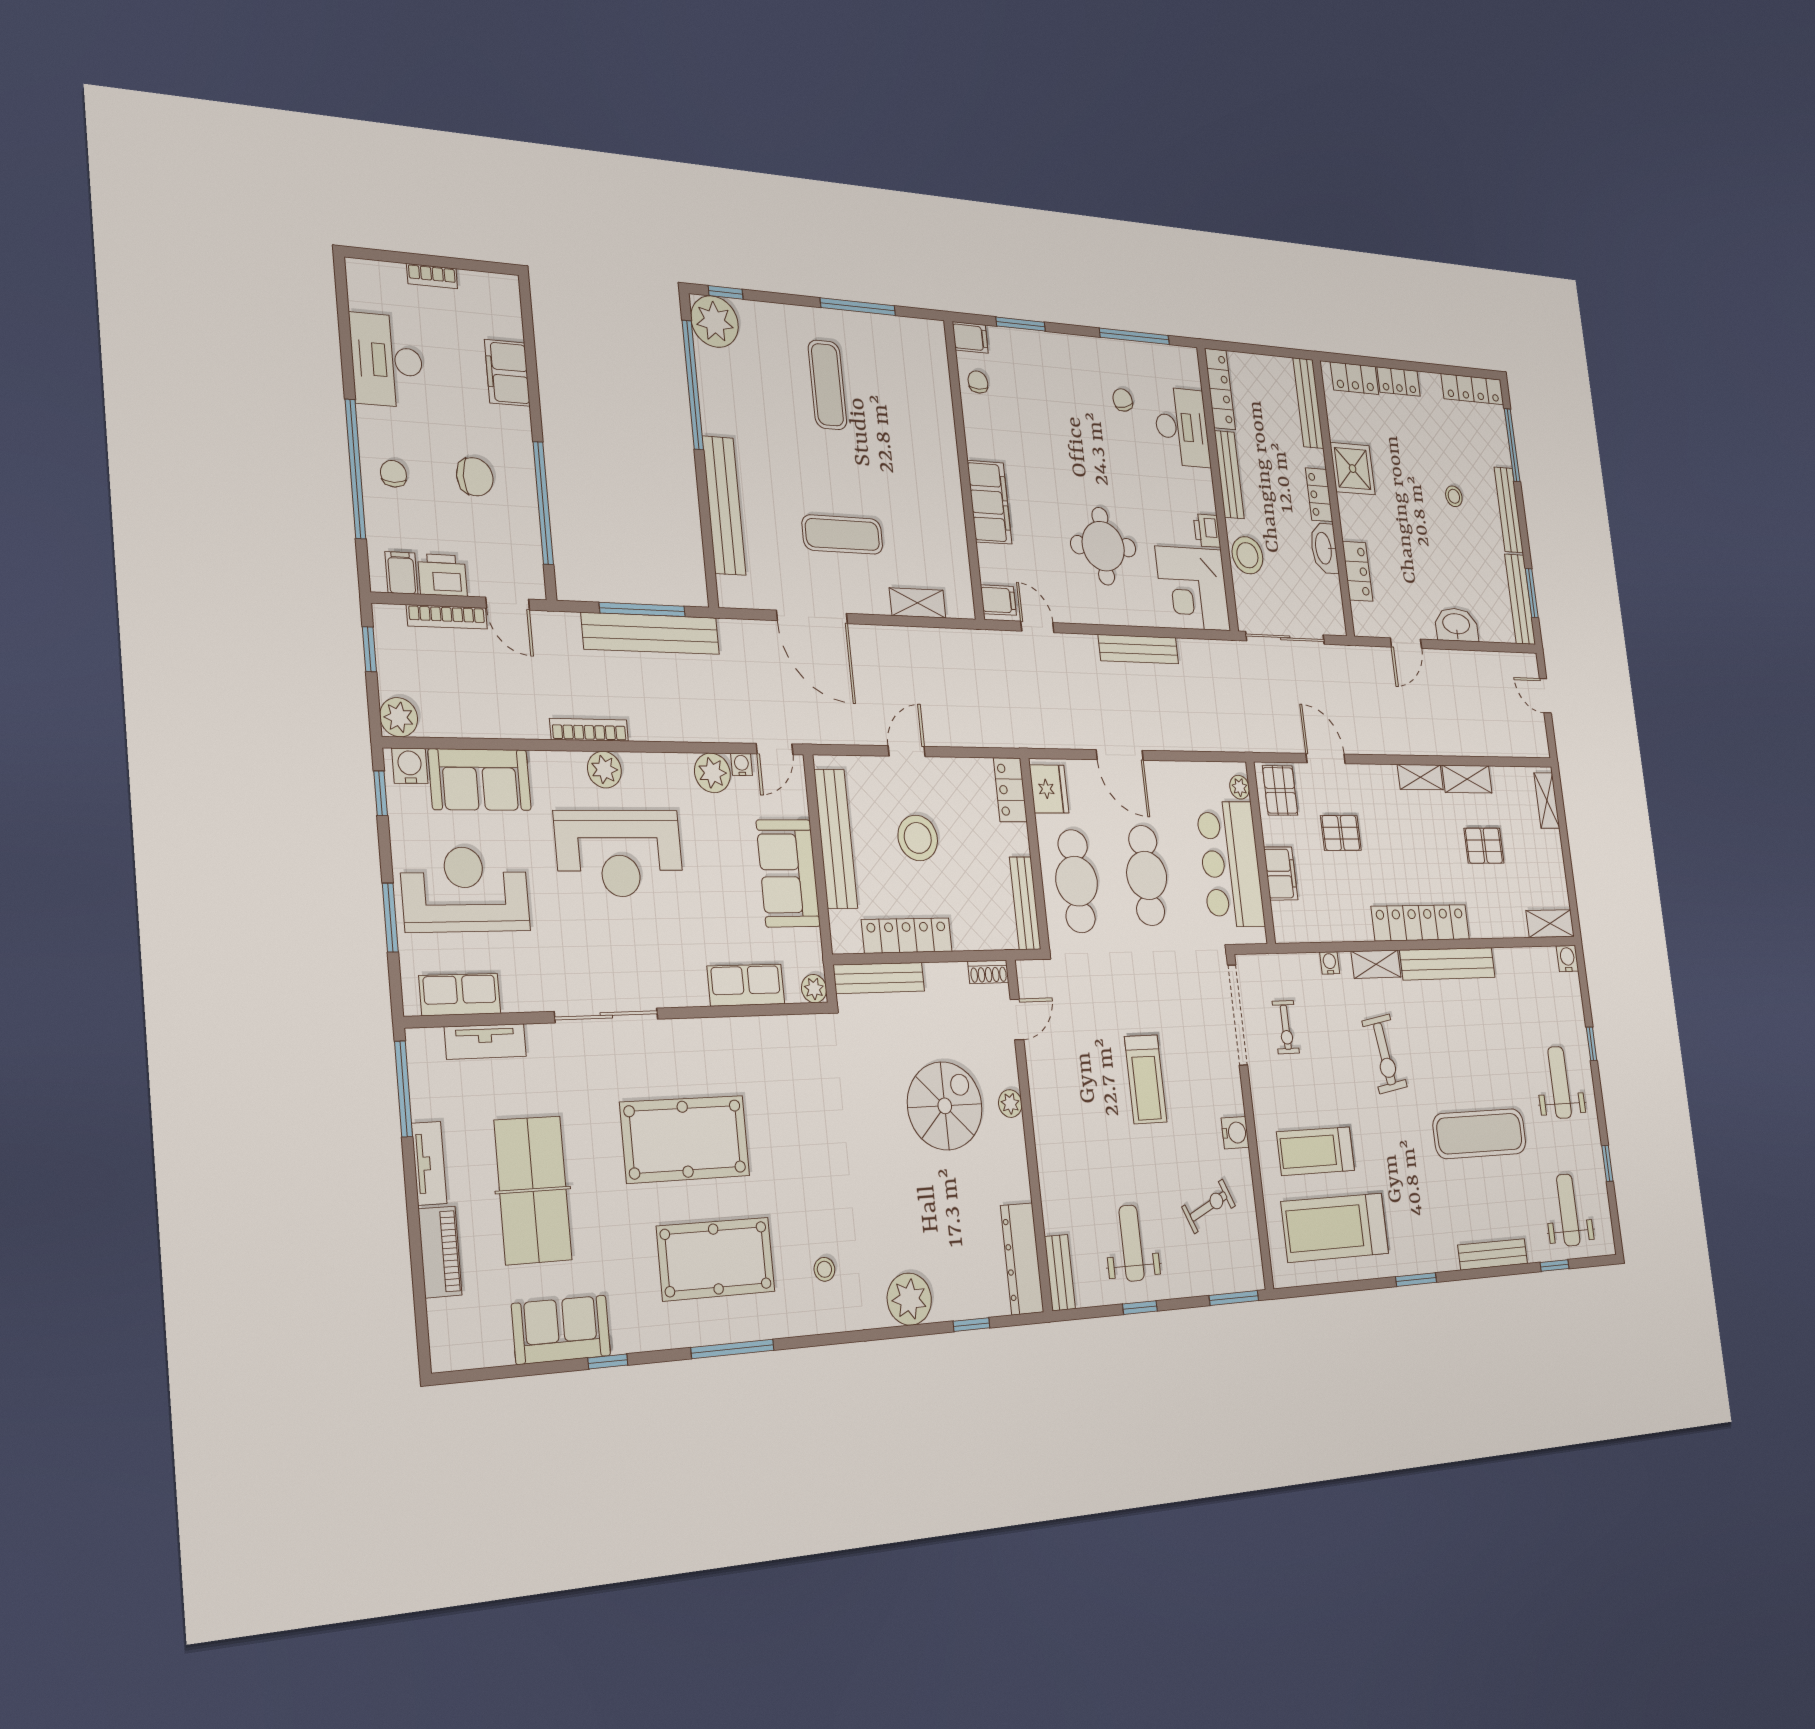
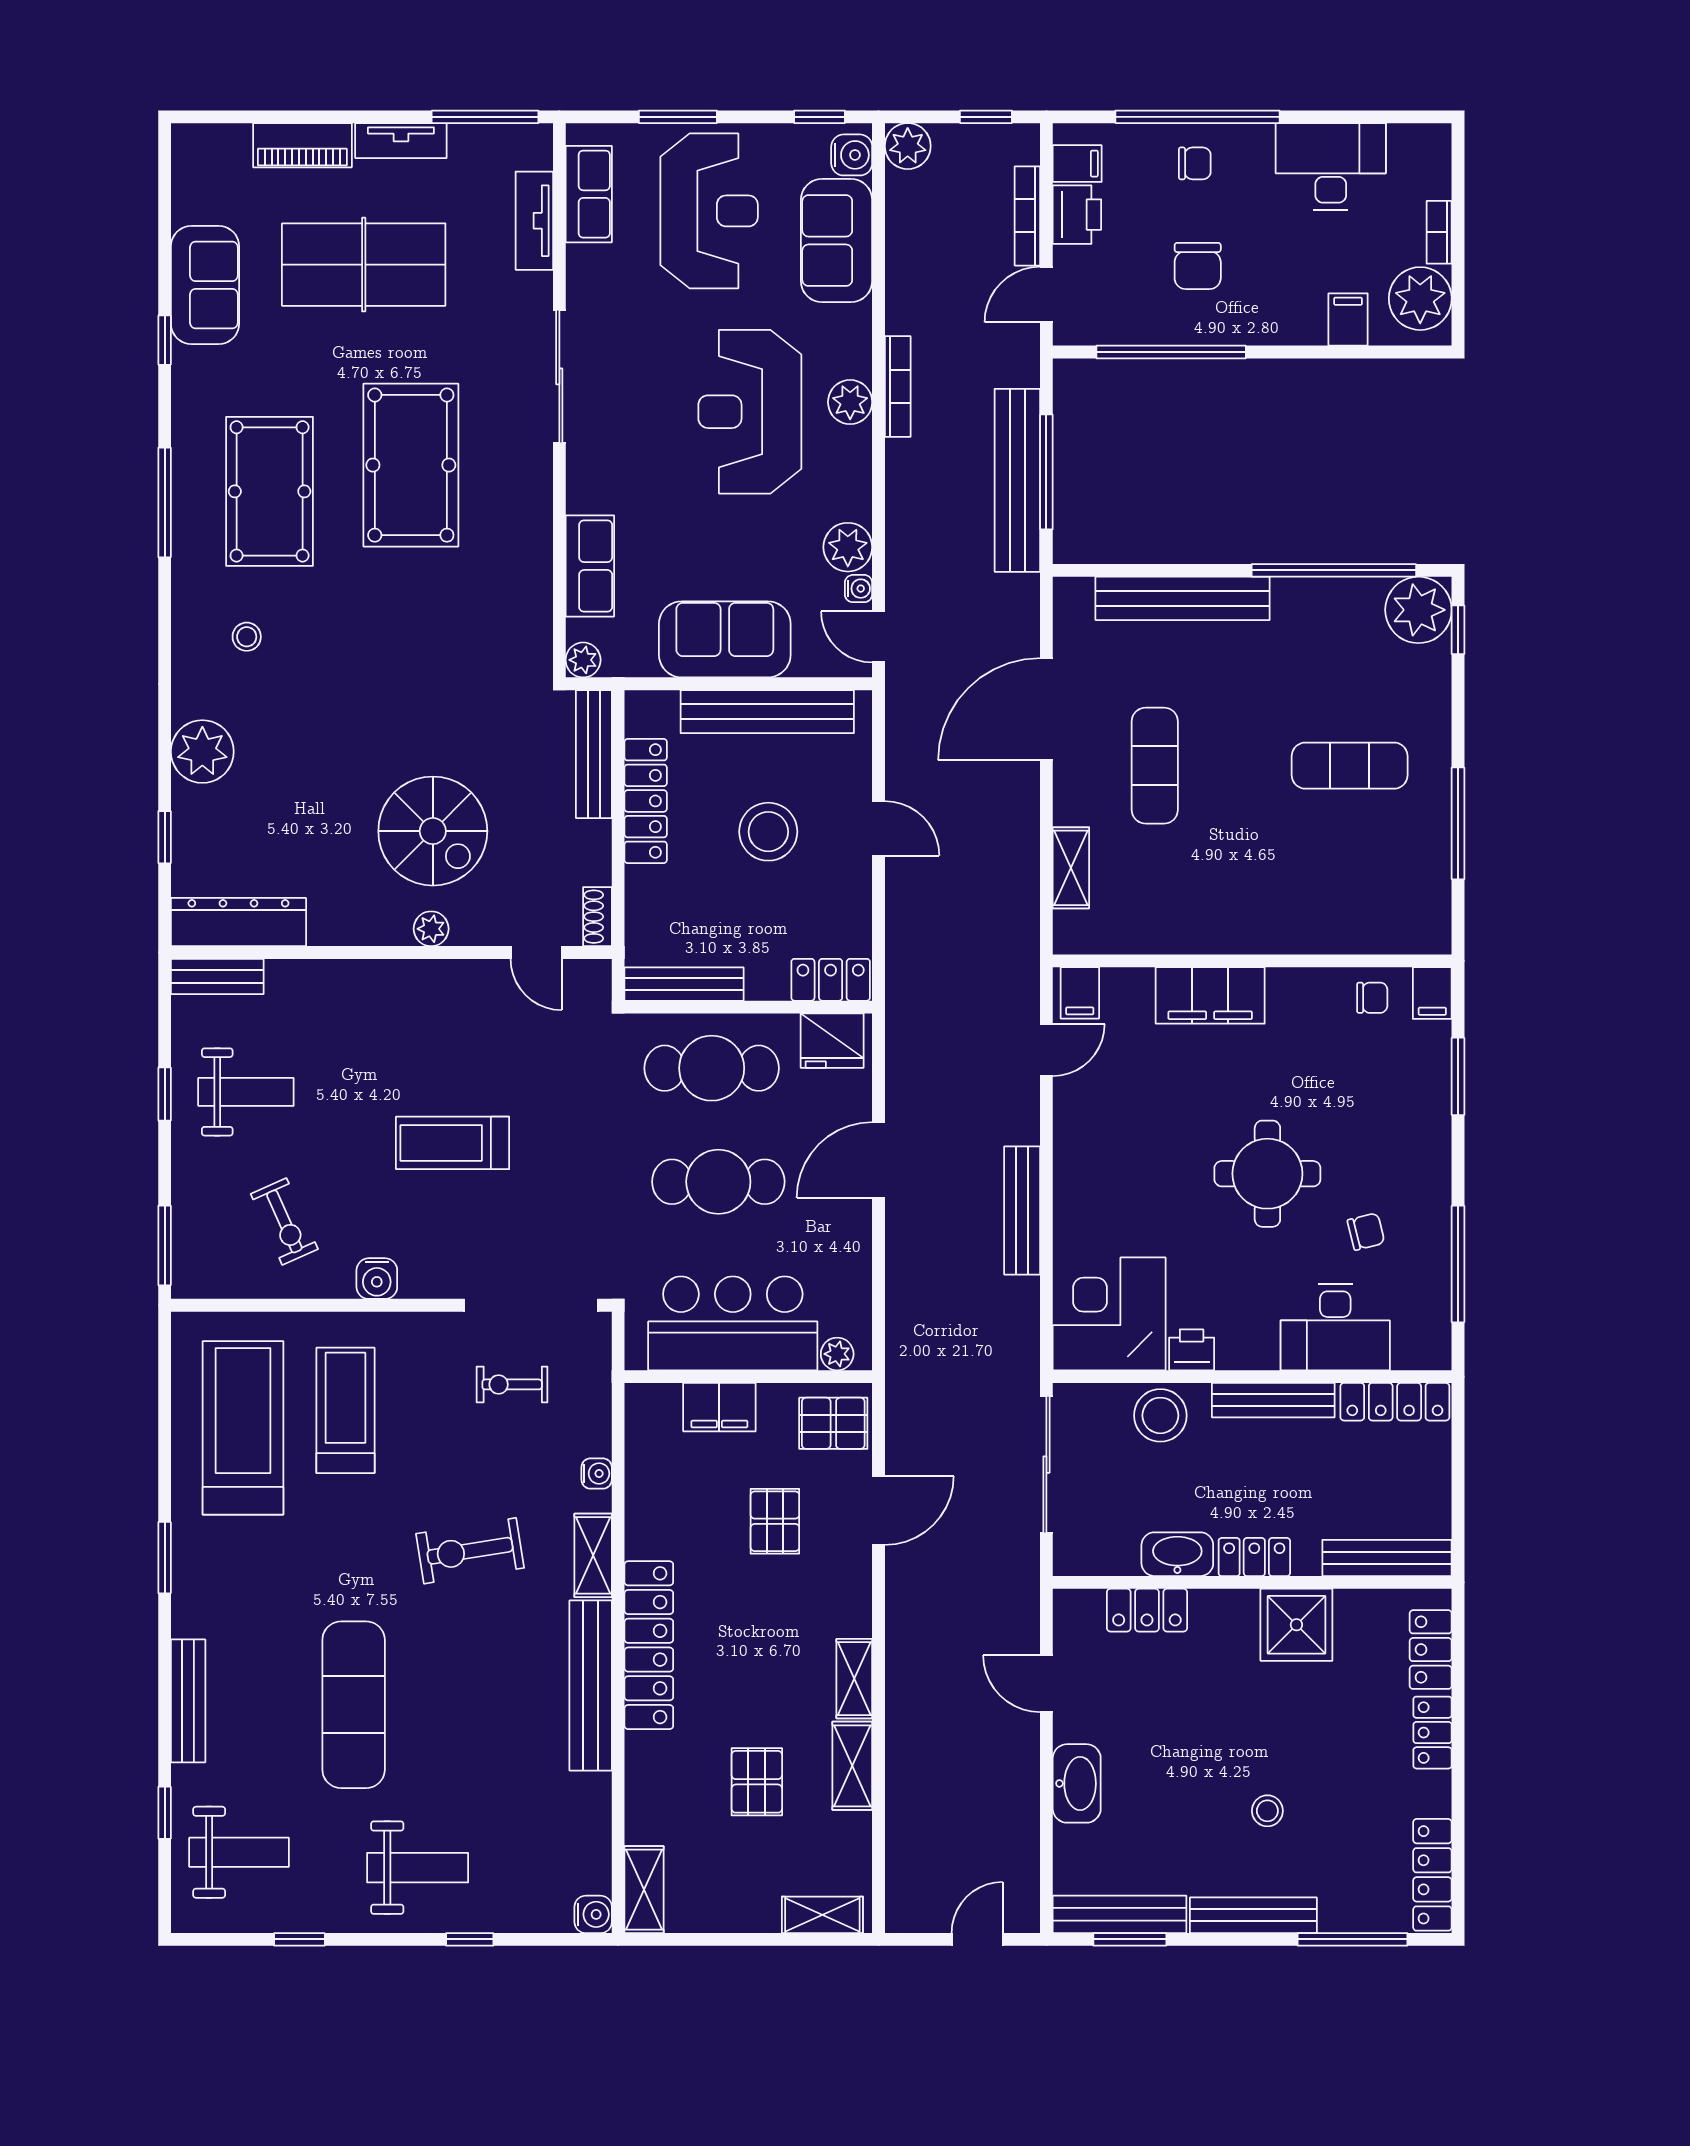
plant: (485, 297) -> (1420, 299), added
filing cabinet: (507, 373) -> (1348, 320), width x0.50
round table: (1103, 546) -> (1267, 1174), moved

